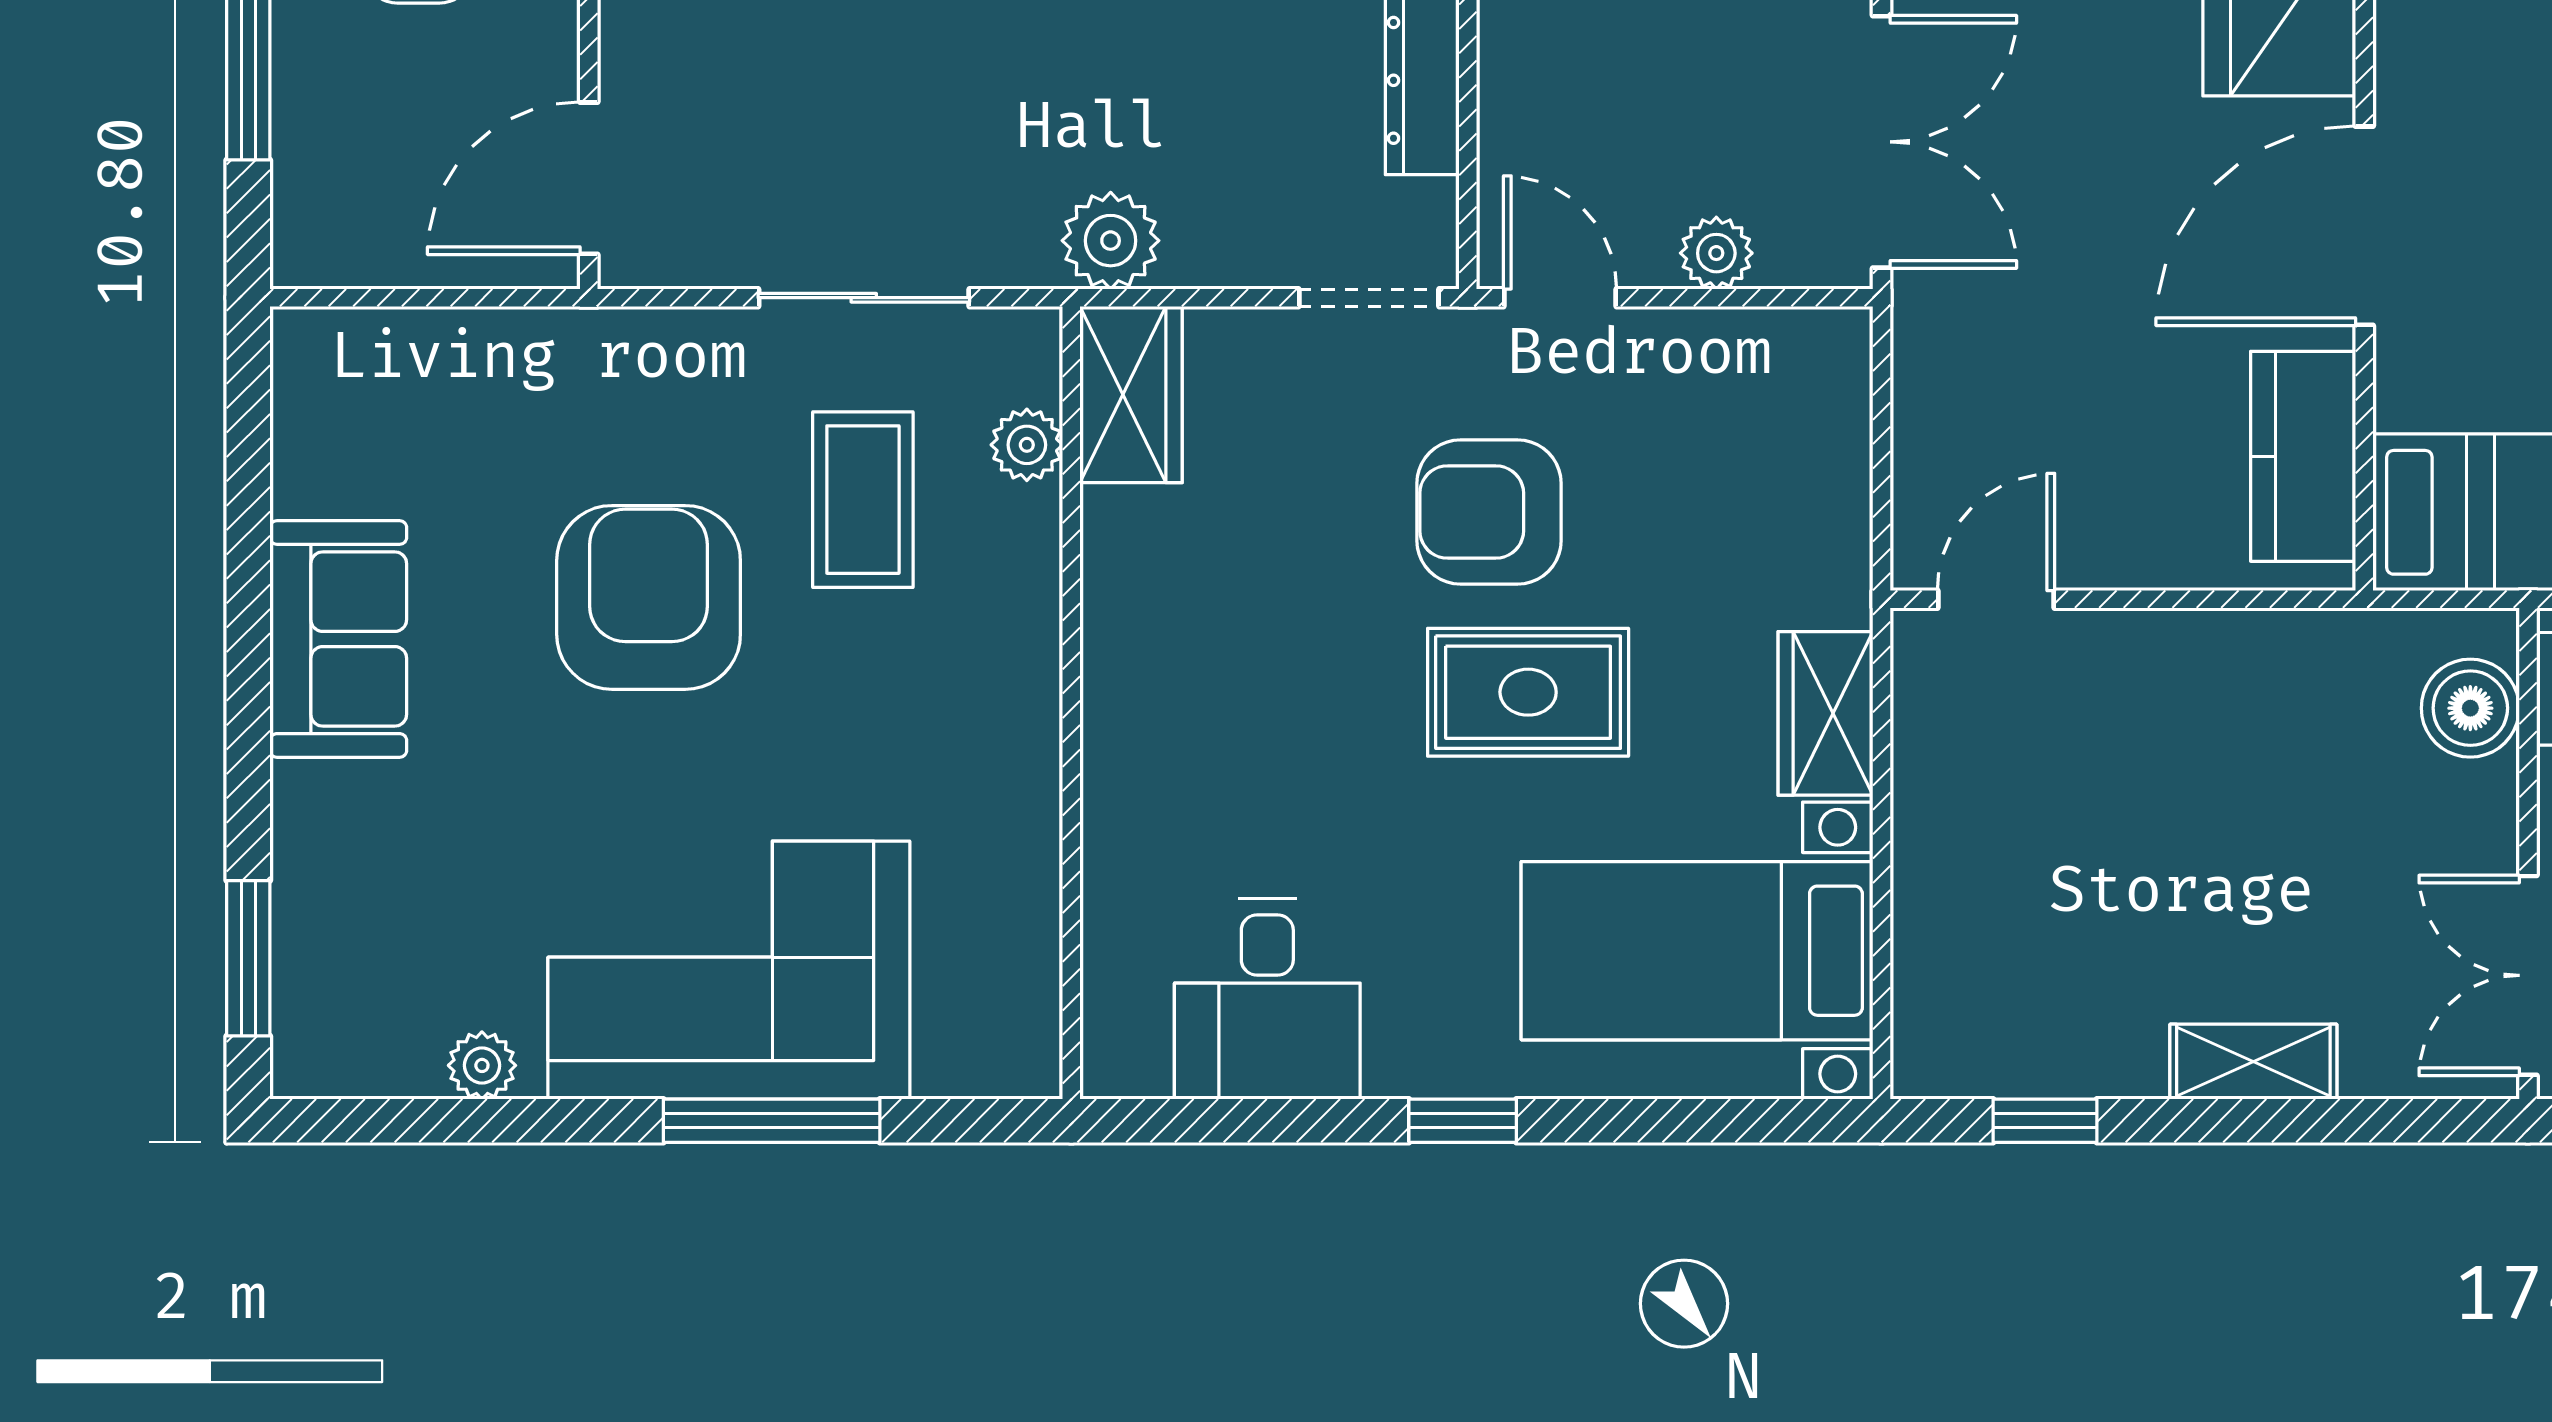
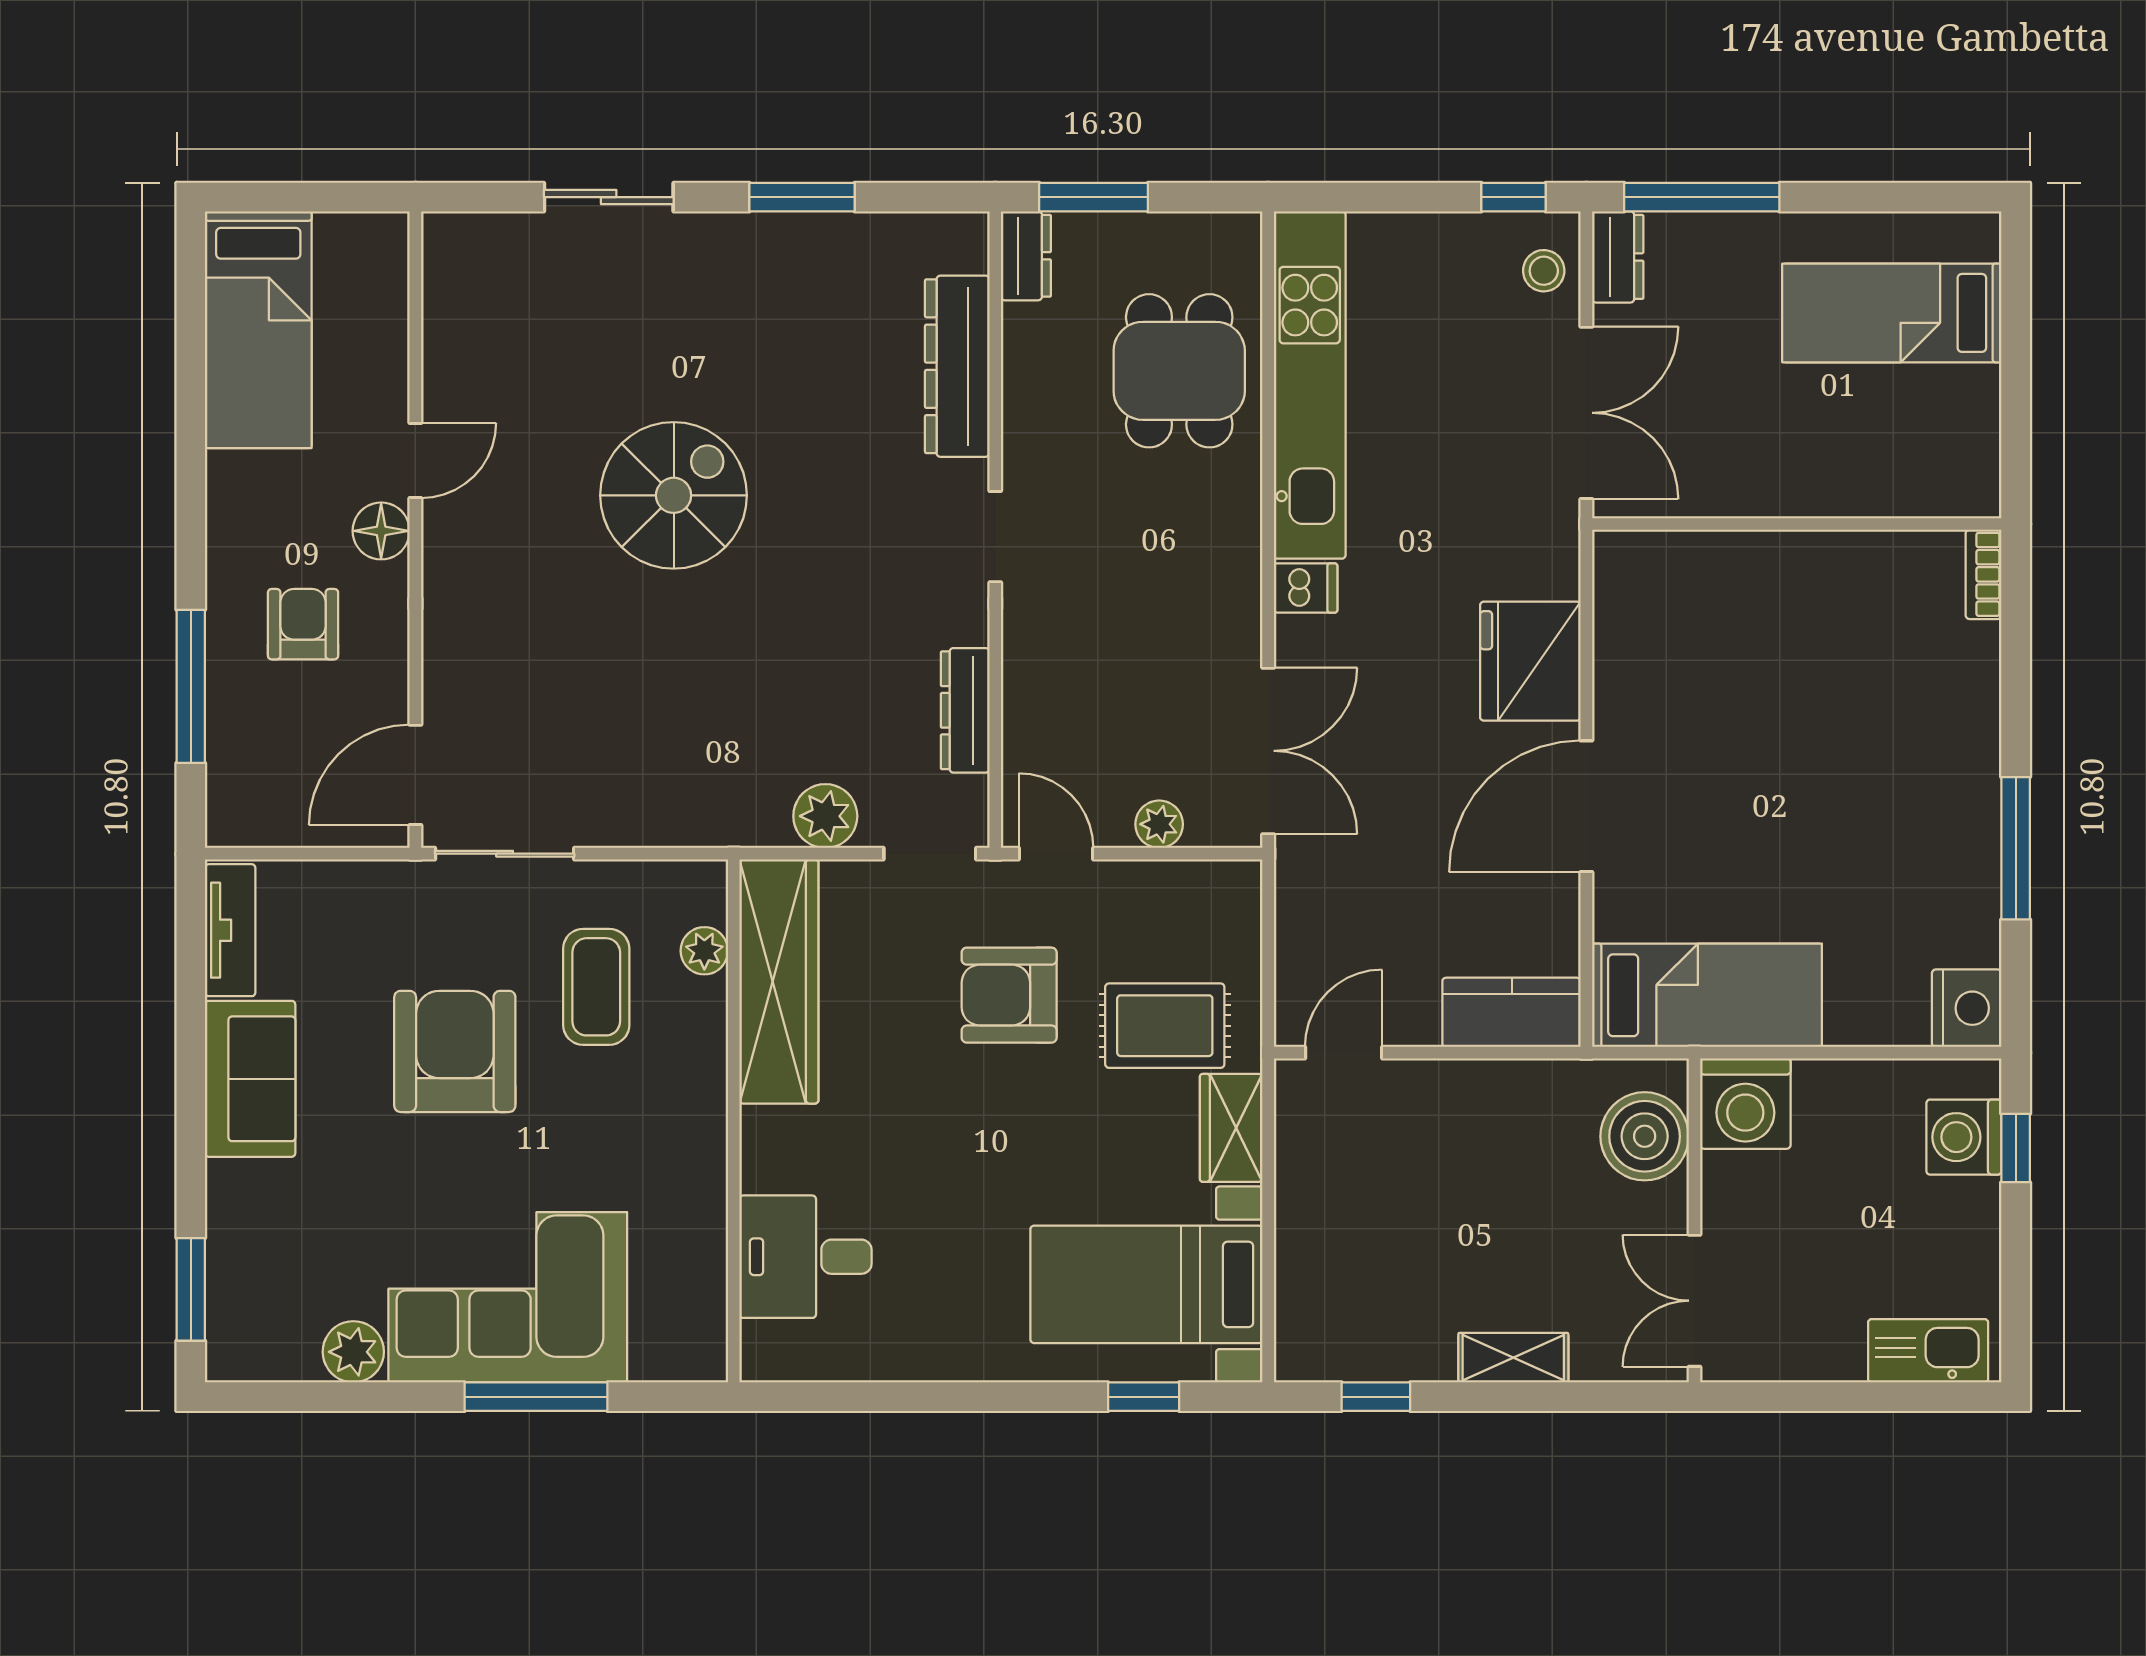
plant: (1111, 241) -> (825, 816), moved
sliding door: (864, 298) -> (505, 854), moved
wardrobe: (1131, 394) -> (779, 981), width x2.10, depth x1.17
tv unit: (308, 414) -> (230, 930), added
kitchen counter: (2303, 456) -> (1512, 1012), moved, turned 90
rug: (1528, 692) -> (1165, 1026), moved
boiler: (2470, 708) -> (1645, 1136), width x1.37, depth x1.37
desk: (1267, 999) -> (805, 1257), moved, turned 90
plant: (482, 1065) -> (353, 1352), width x1.38, depth x1.38
window: (1463, 1121) -> (1144, 1397), moved

